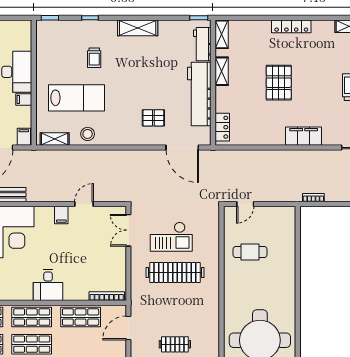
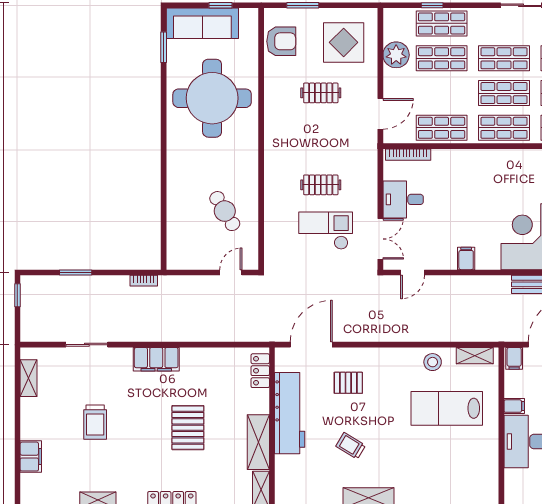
workbench: (202, 44) -> (286, 477), removed
trolley: (94, 58) -> (351, 446), moved, turned -59
shelving: (222, 71) -> (258, 442), width x1.50, depth x1.33
door: (182, 148) -> (311, 345), hinge flipped
door: (84, 204) -> (413, 272), moved
cafe table: (250, 252) -> (225, 211), turned 59
clothes rail: (175, 272) -> (321, 185), width x0.54, depth x0.76
desk: (48, 285) -> (403, 199), moved, turned -90

